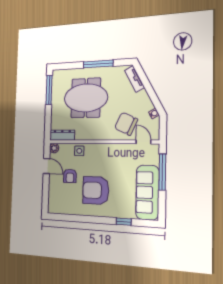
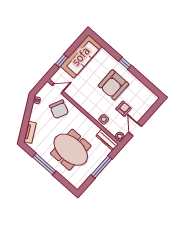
window: (49, 90) -> (102, 167), moved
door: (143, 142) -> (58, 89), swing flipped
window: (162, 172) -> (62, 61), width x0.46
armchair: (96, 190) -> (113, 85), turned 90
window: (124, 222) -> (125, 63), moved

